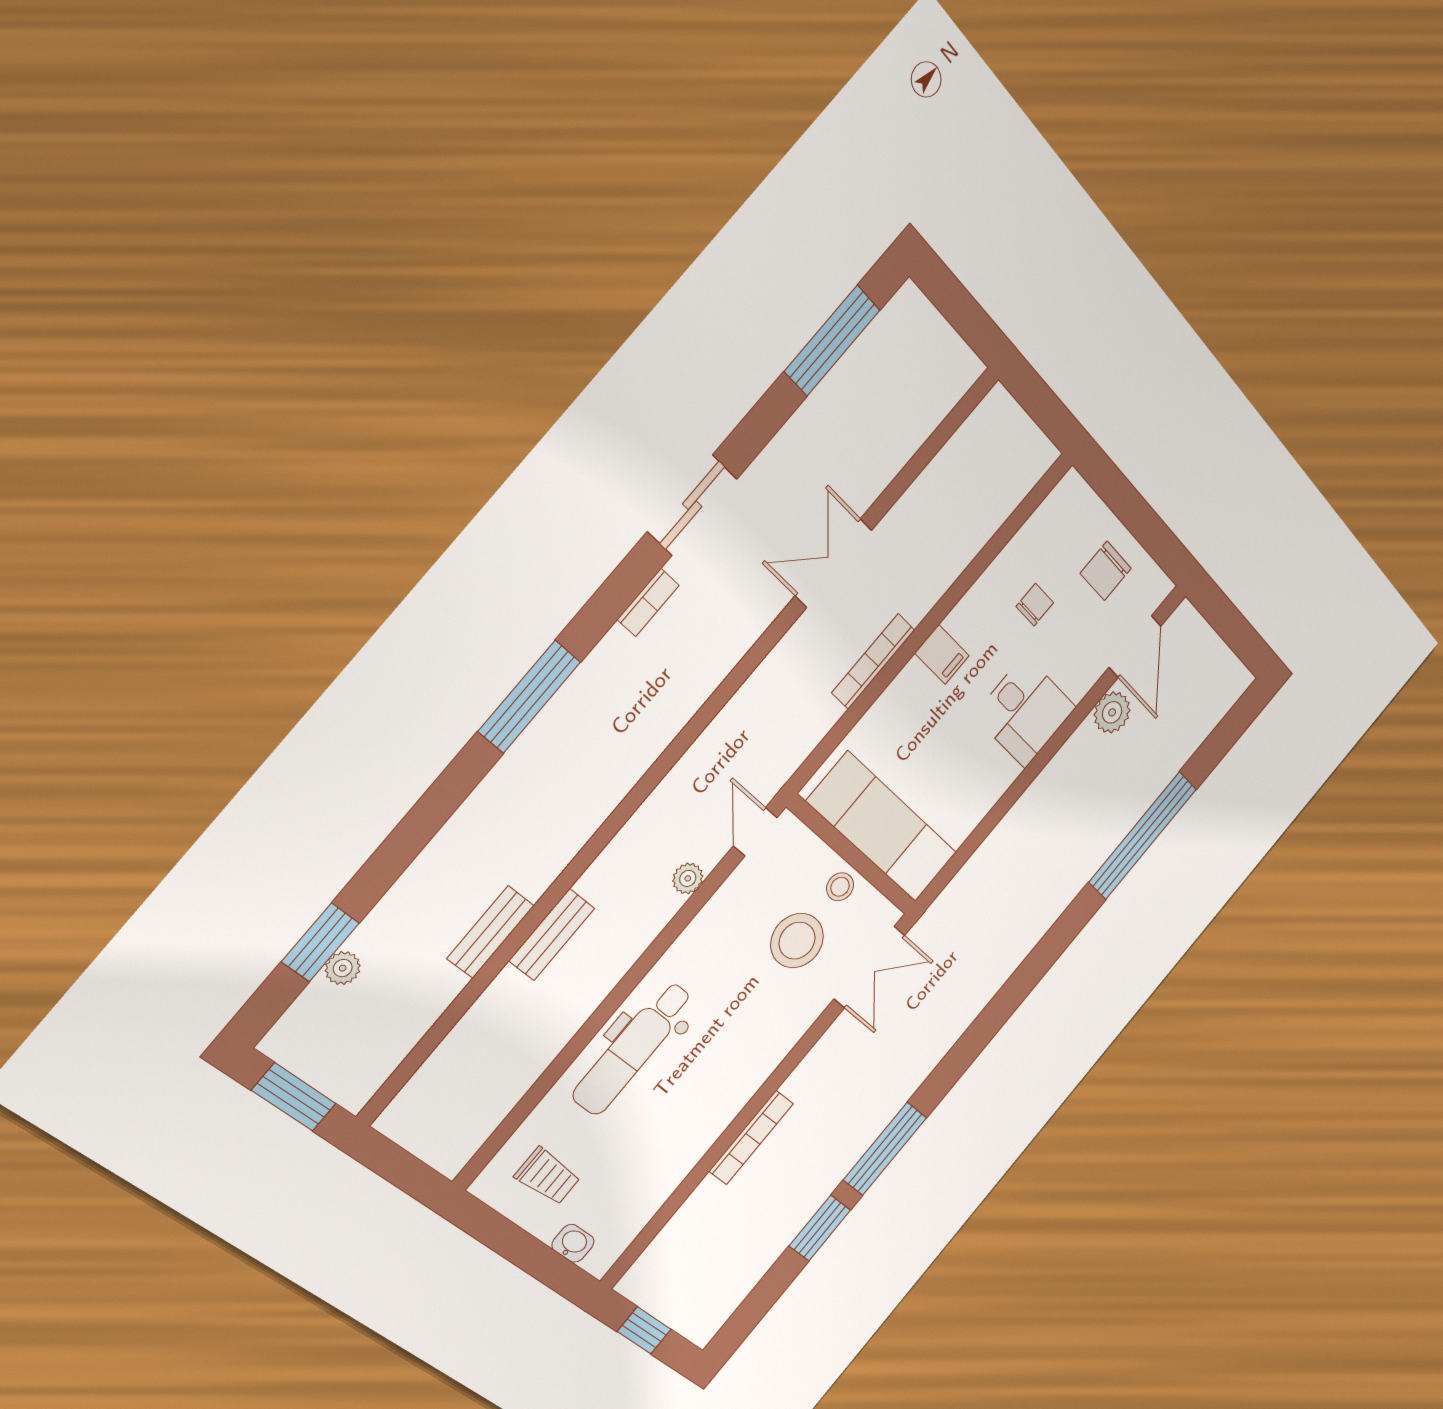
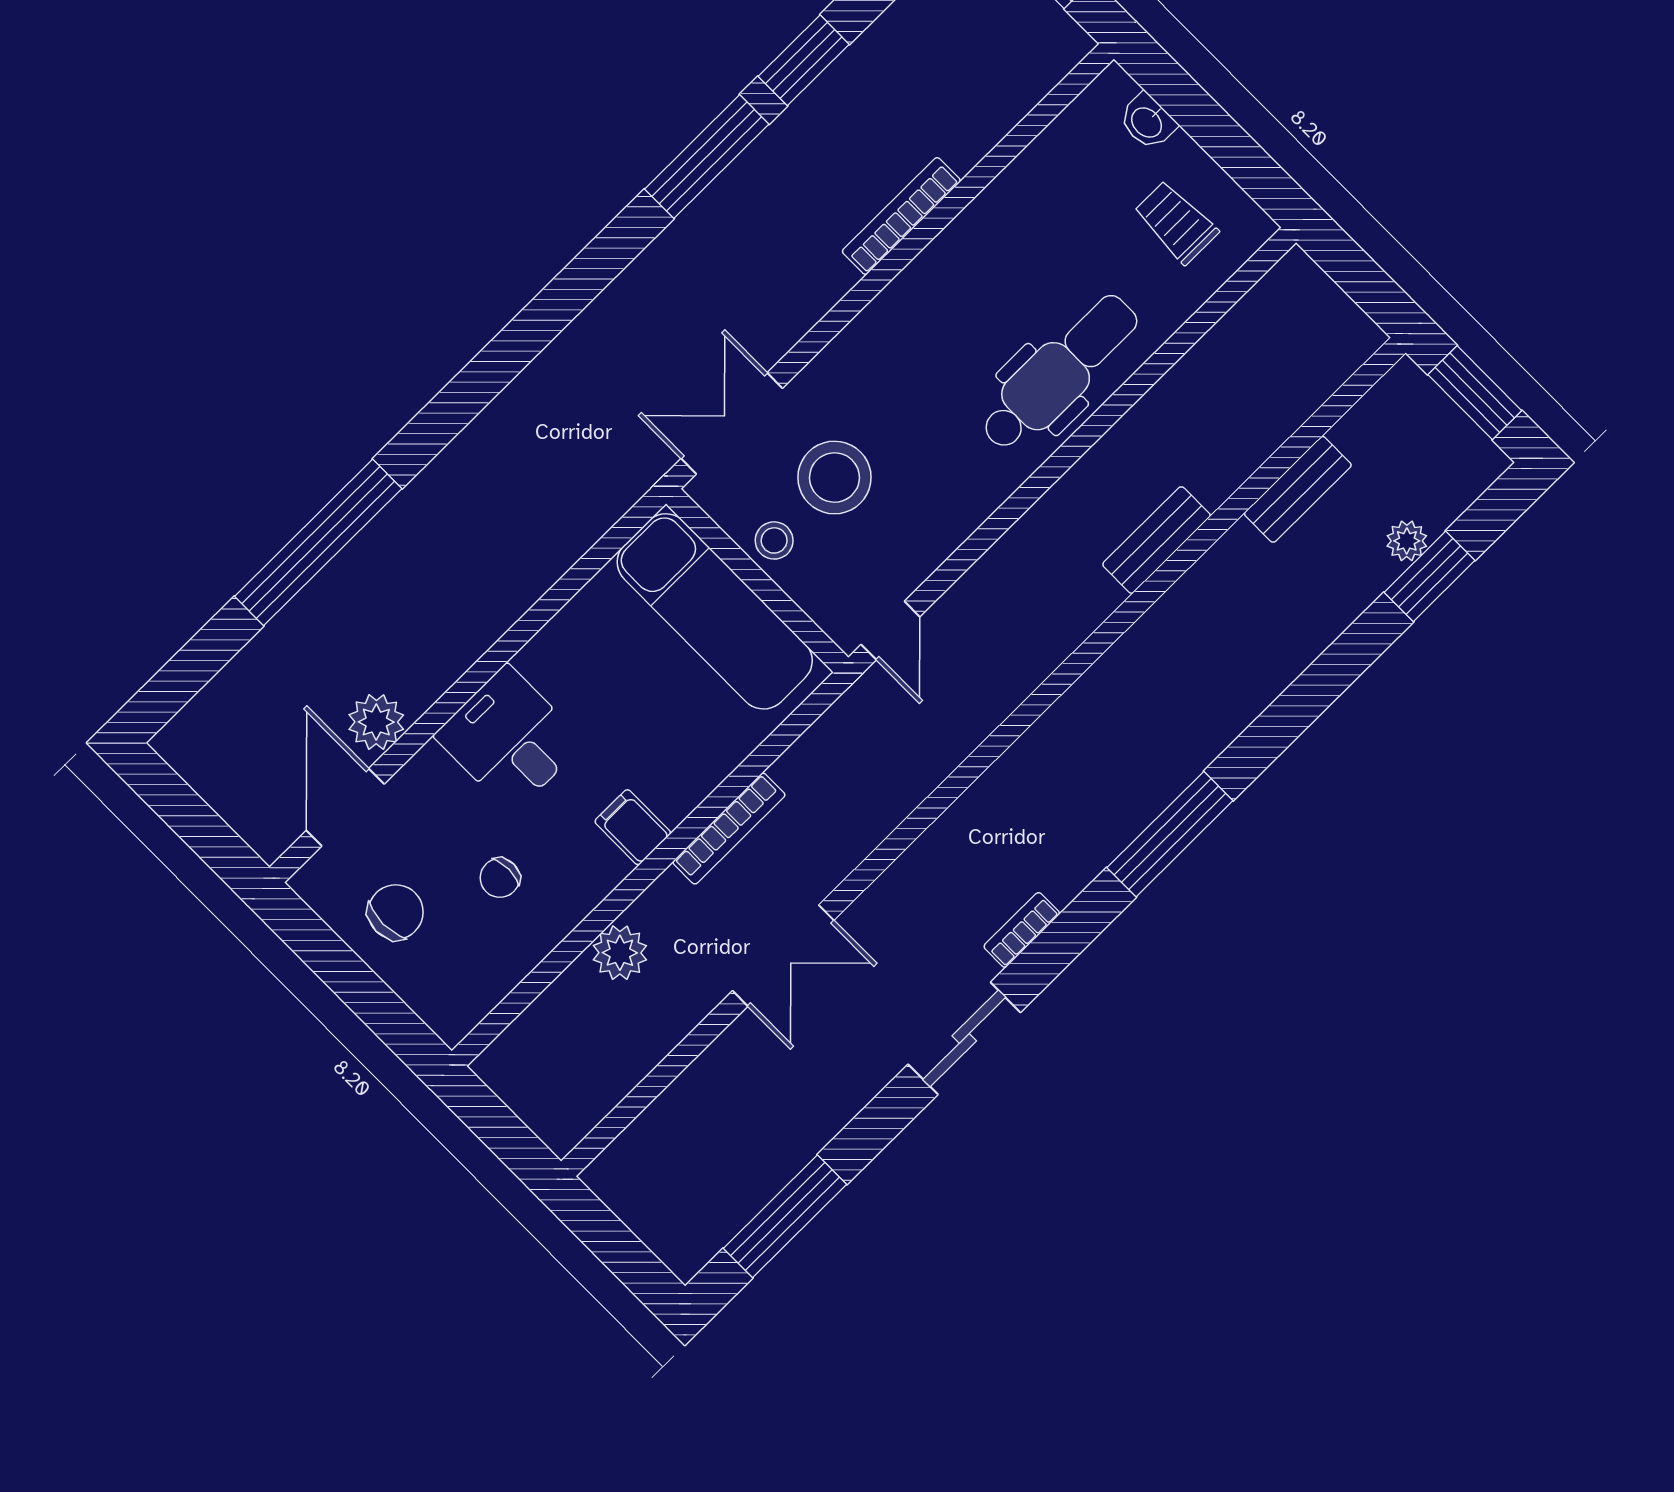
plant: (688, 878) -> (620, 953), moved, width x1.38, depth x1.38
bench: (491, 932) -> (1298, 489), moved

